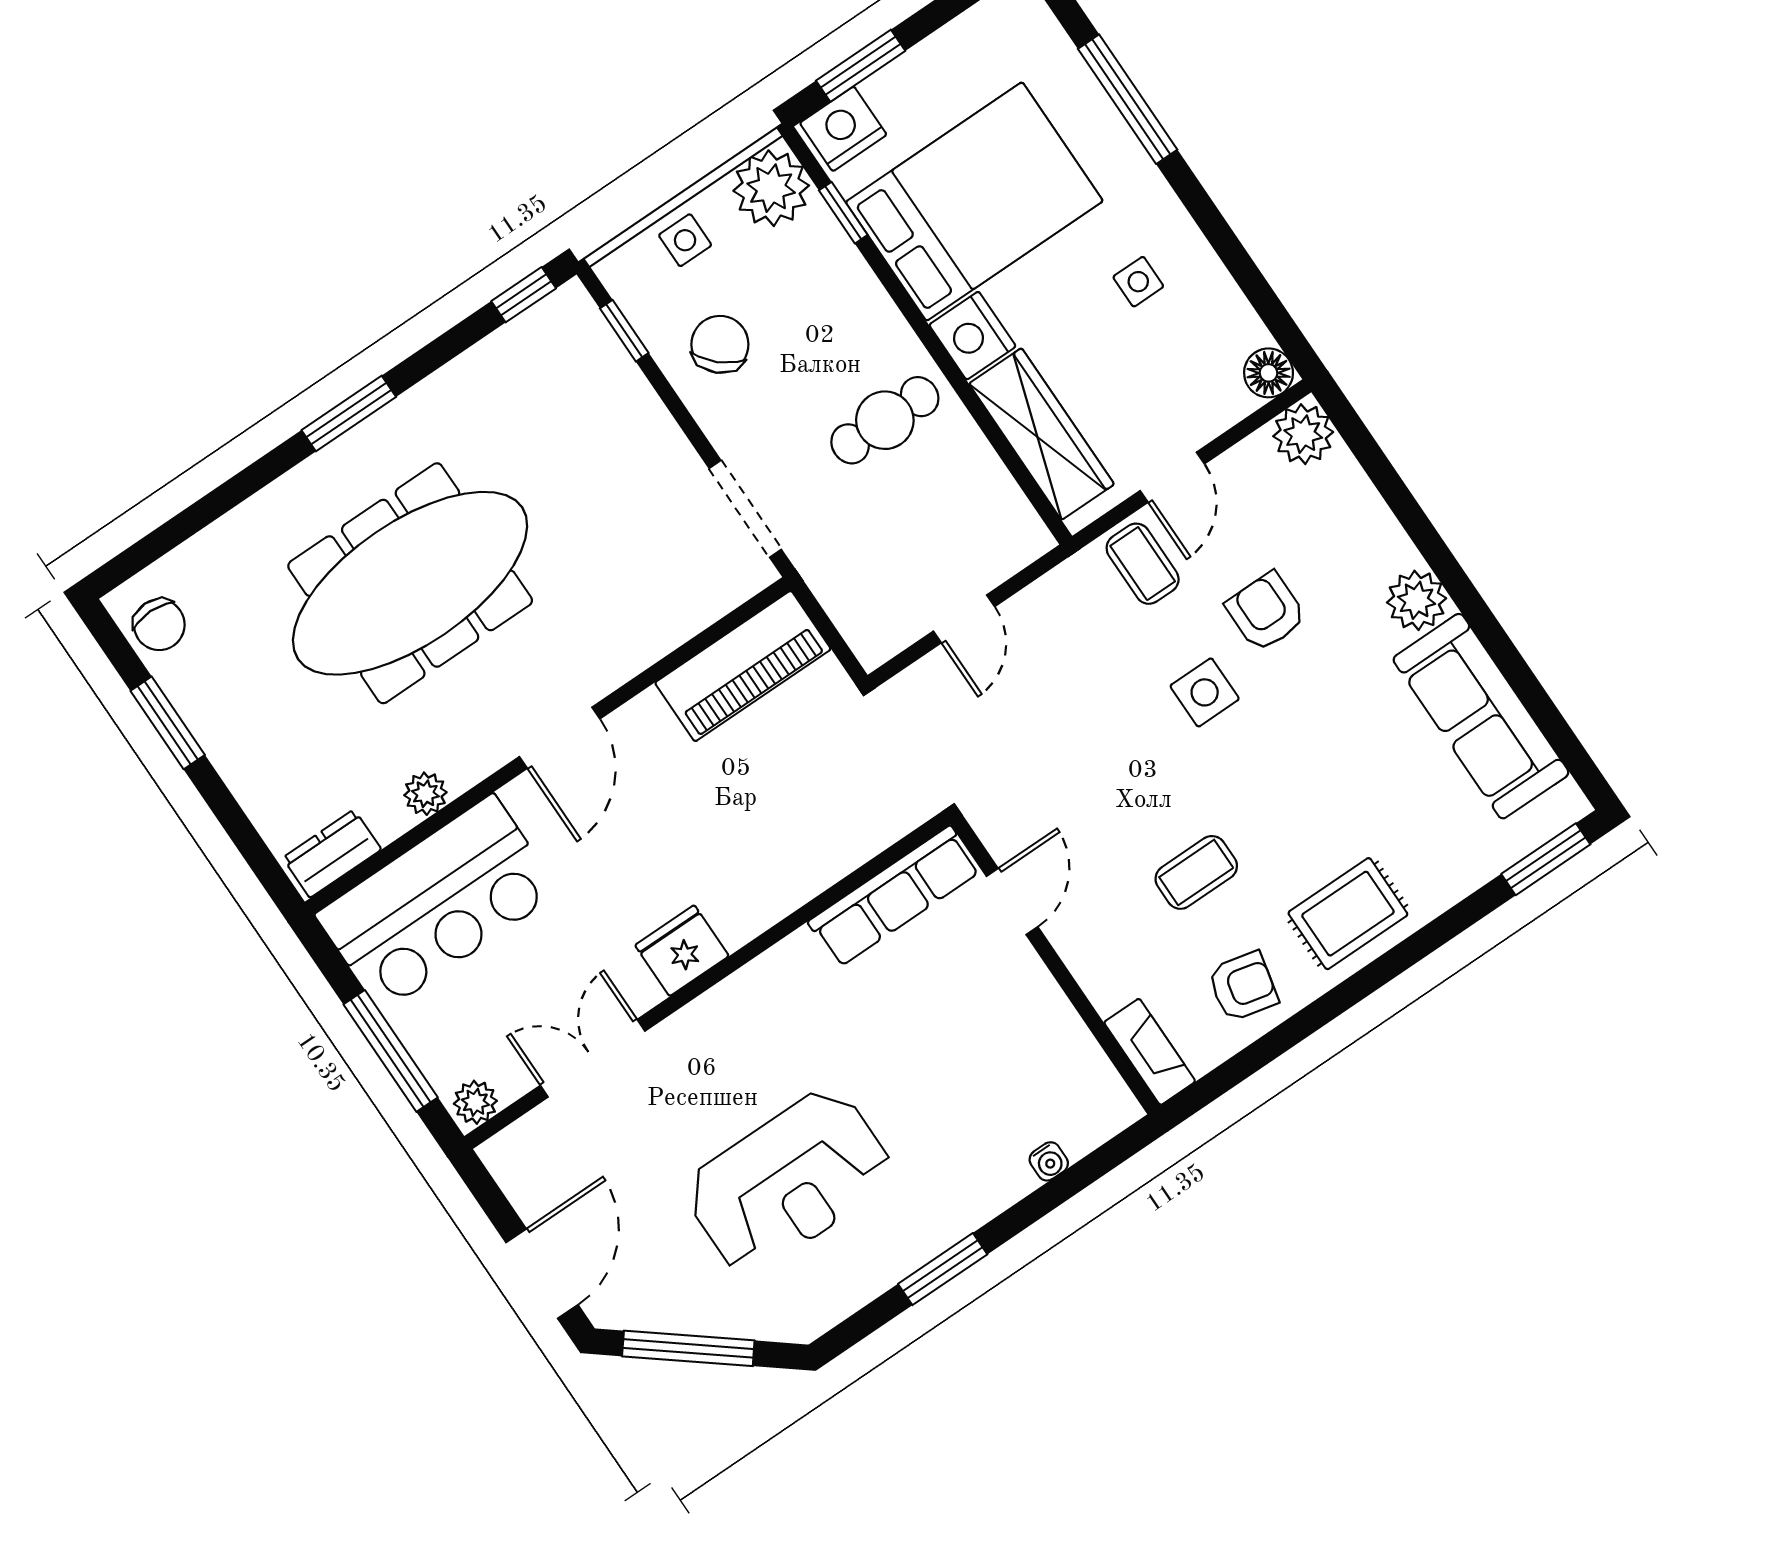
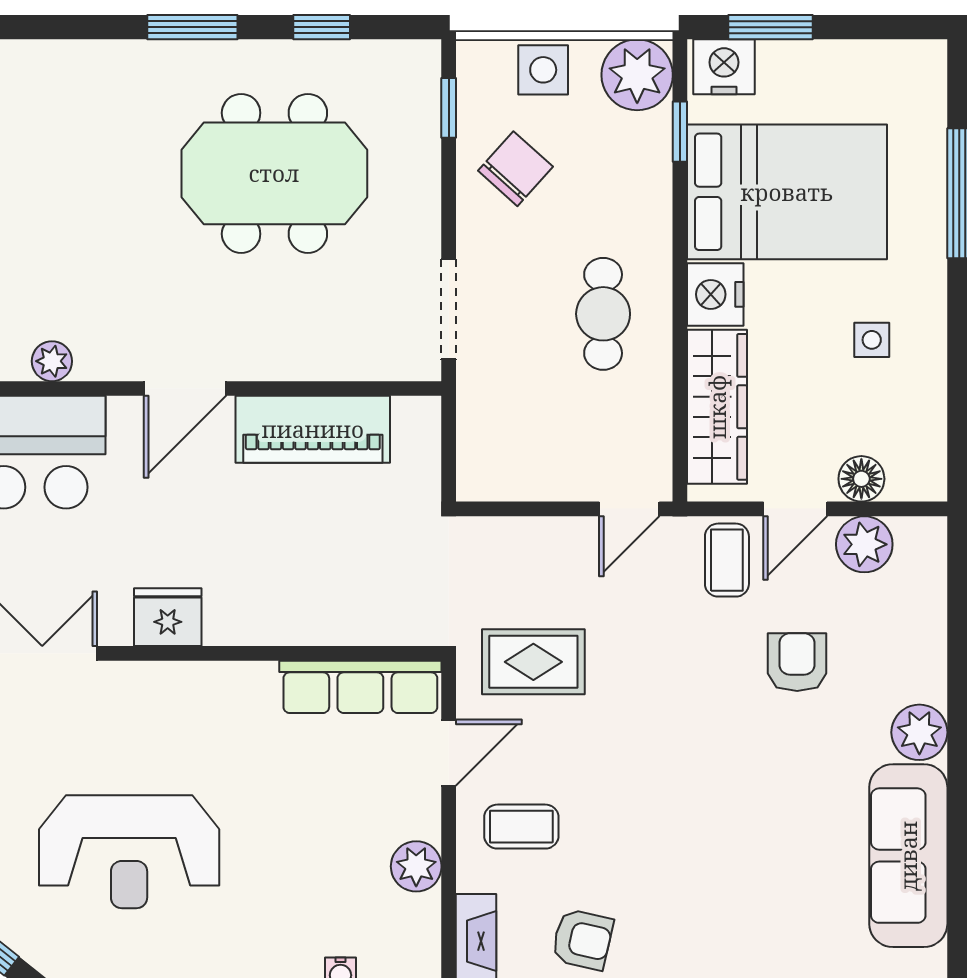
side table: (685, 240) -> (543, 70), width x1.37, depth x1.37
window: (524, 295) -> (322, 27), moved
floor lamp: (1269, 373) -> (861, 479), moved
cafe table: (885, 420) -> (603, 314), turned 90
plant: (1303, 434) -> (864, 544), moved
meeting table: (410, 583) -> (274, 173), moved, width x0.73
door: (964, 619) -> (629, 509), moved
piano: (743, 666) -> (313, 429), moved
side table: (1205, 692) -> (707, 692), removed
coffee table: (1196, 872) -> (521, 827), moved
rug: (1348, 914) -> (533, 662), moved
plant: (1052, 1022) -> (416, 866), added

